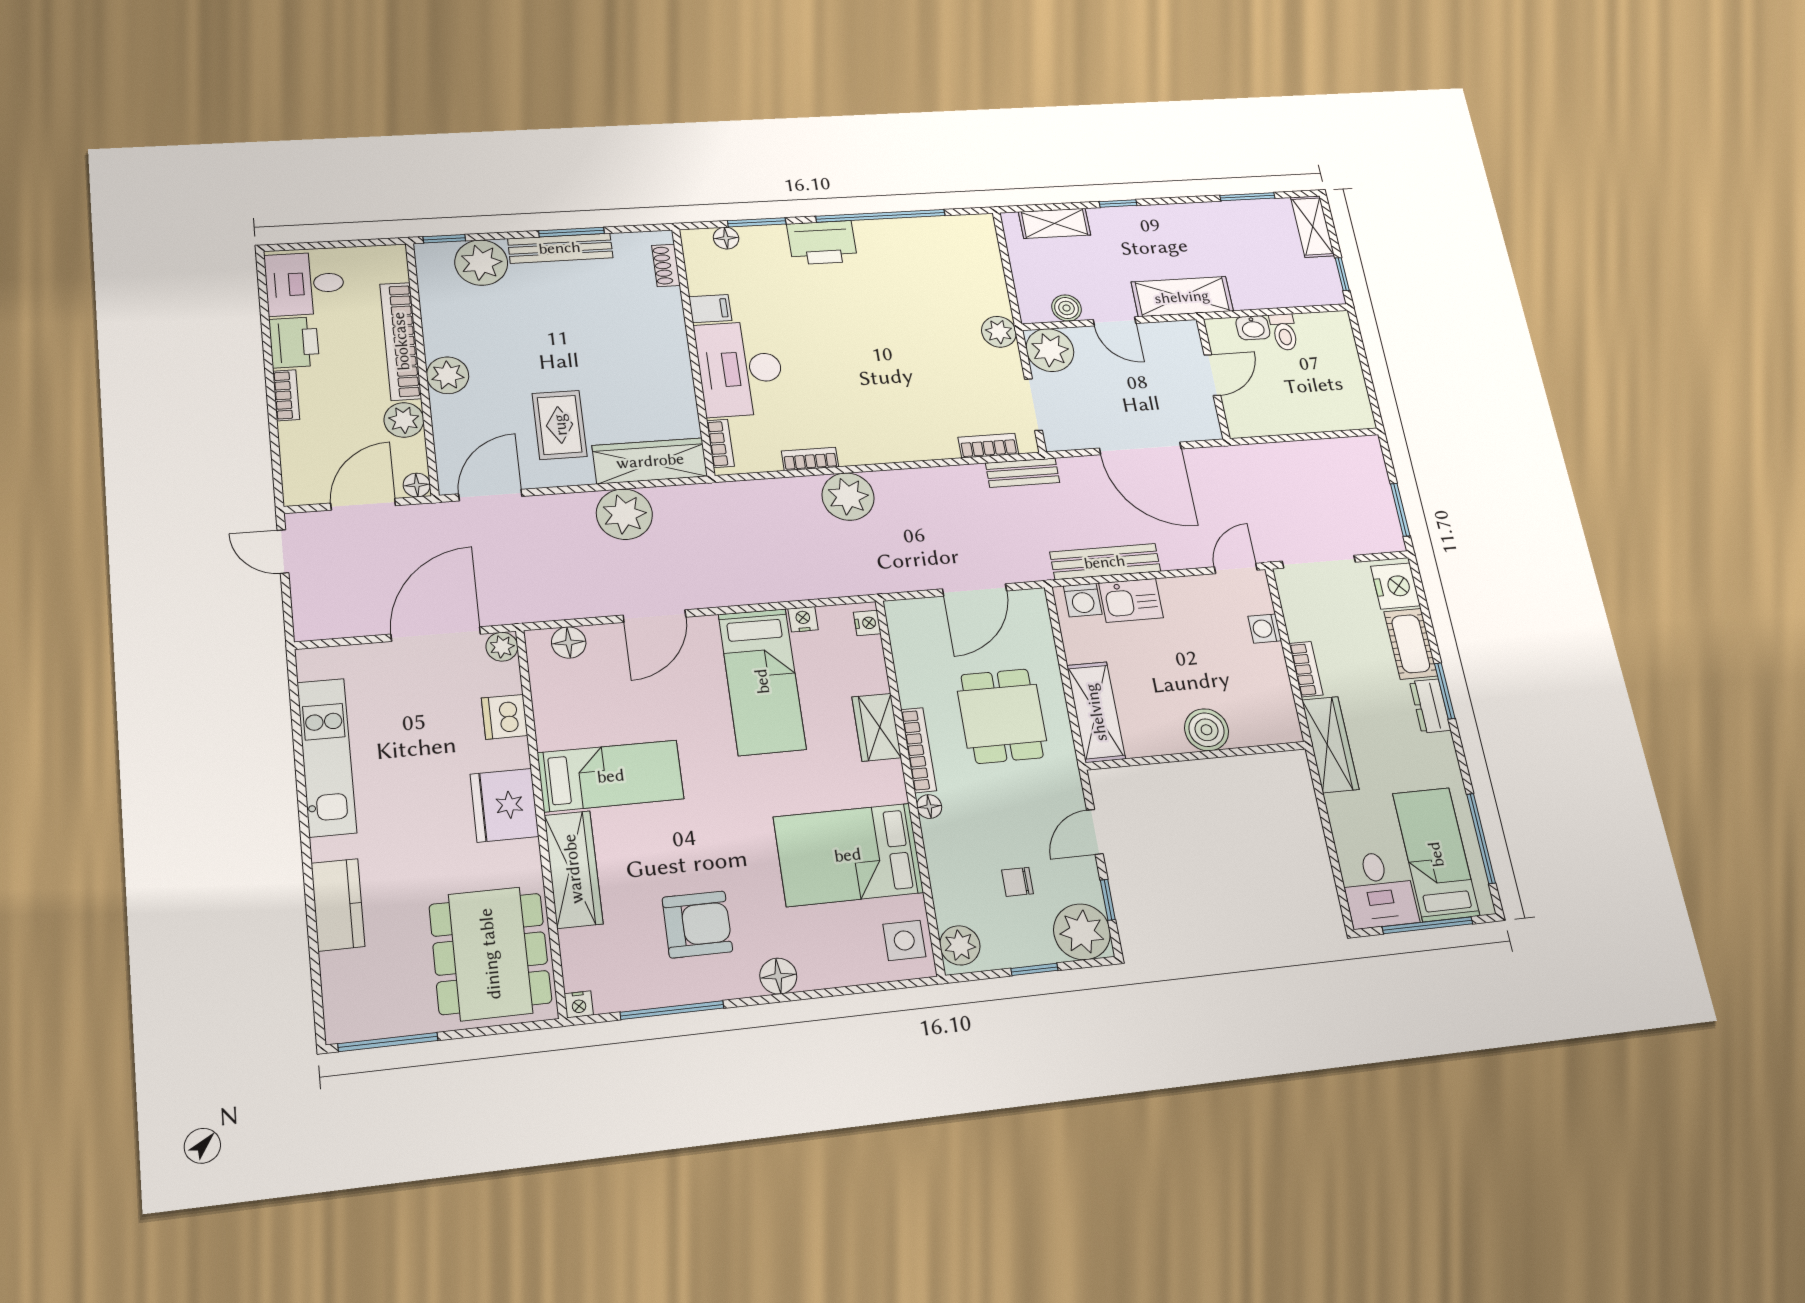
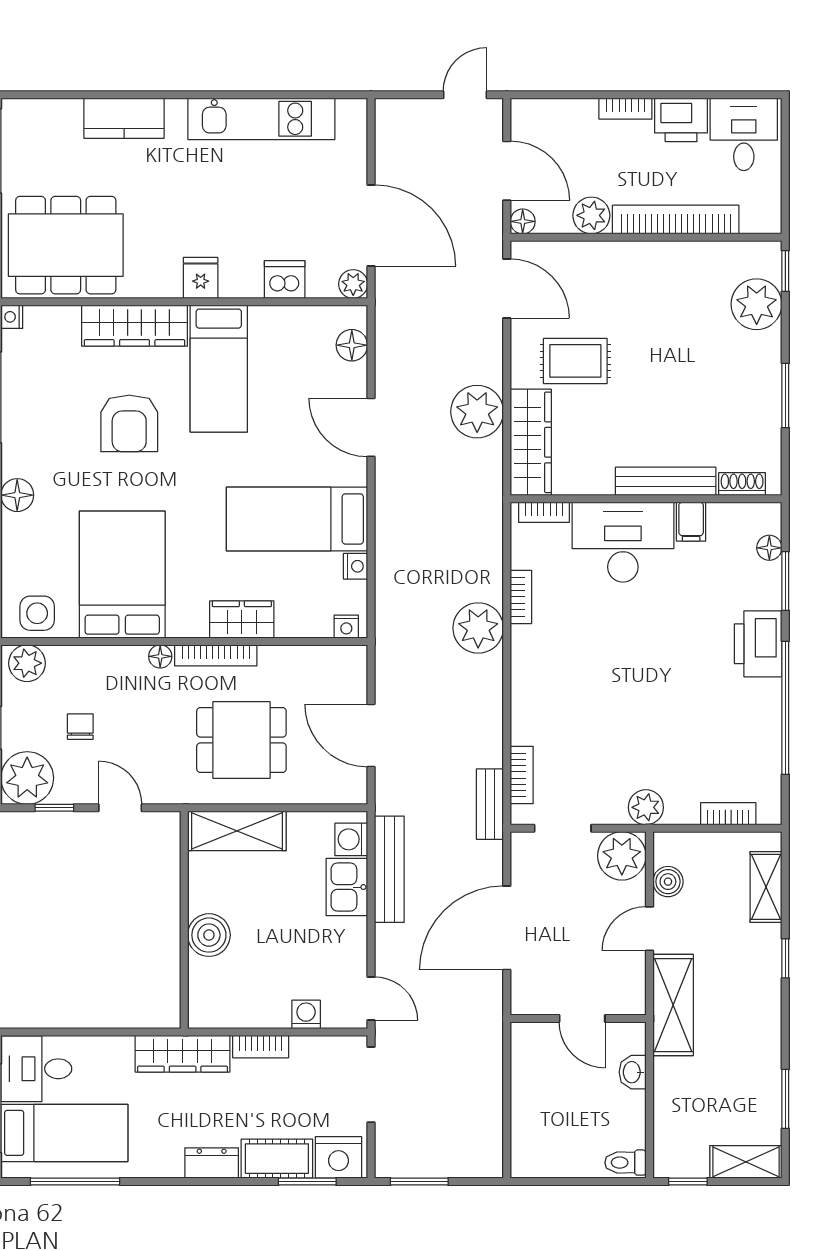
bench: (560, 248) -> (666, 481), moved, turned 90
bookcase: (991, 260) -> (728, 814), added
toilet: (1284, 332) -> (625, 1163), moved
plant: (448, 375) -> (636, 261), removed
window: (1445, 691) -> (307, 1181), moved
fridge: (504, 805) -> (201, 278), width x0.53, depth x0.75
armchair: (697, 924) -> (129, 423), moved

